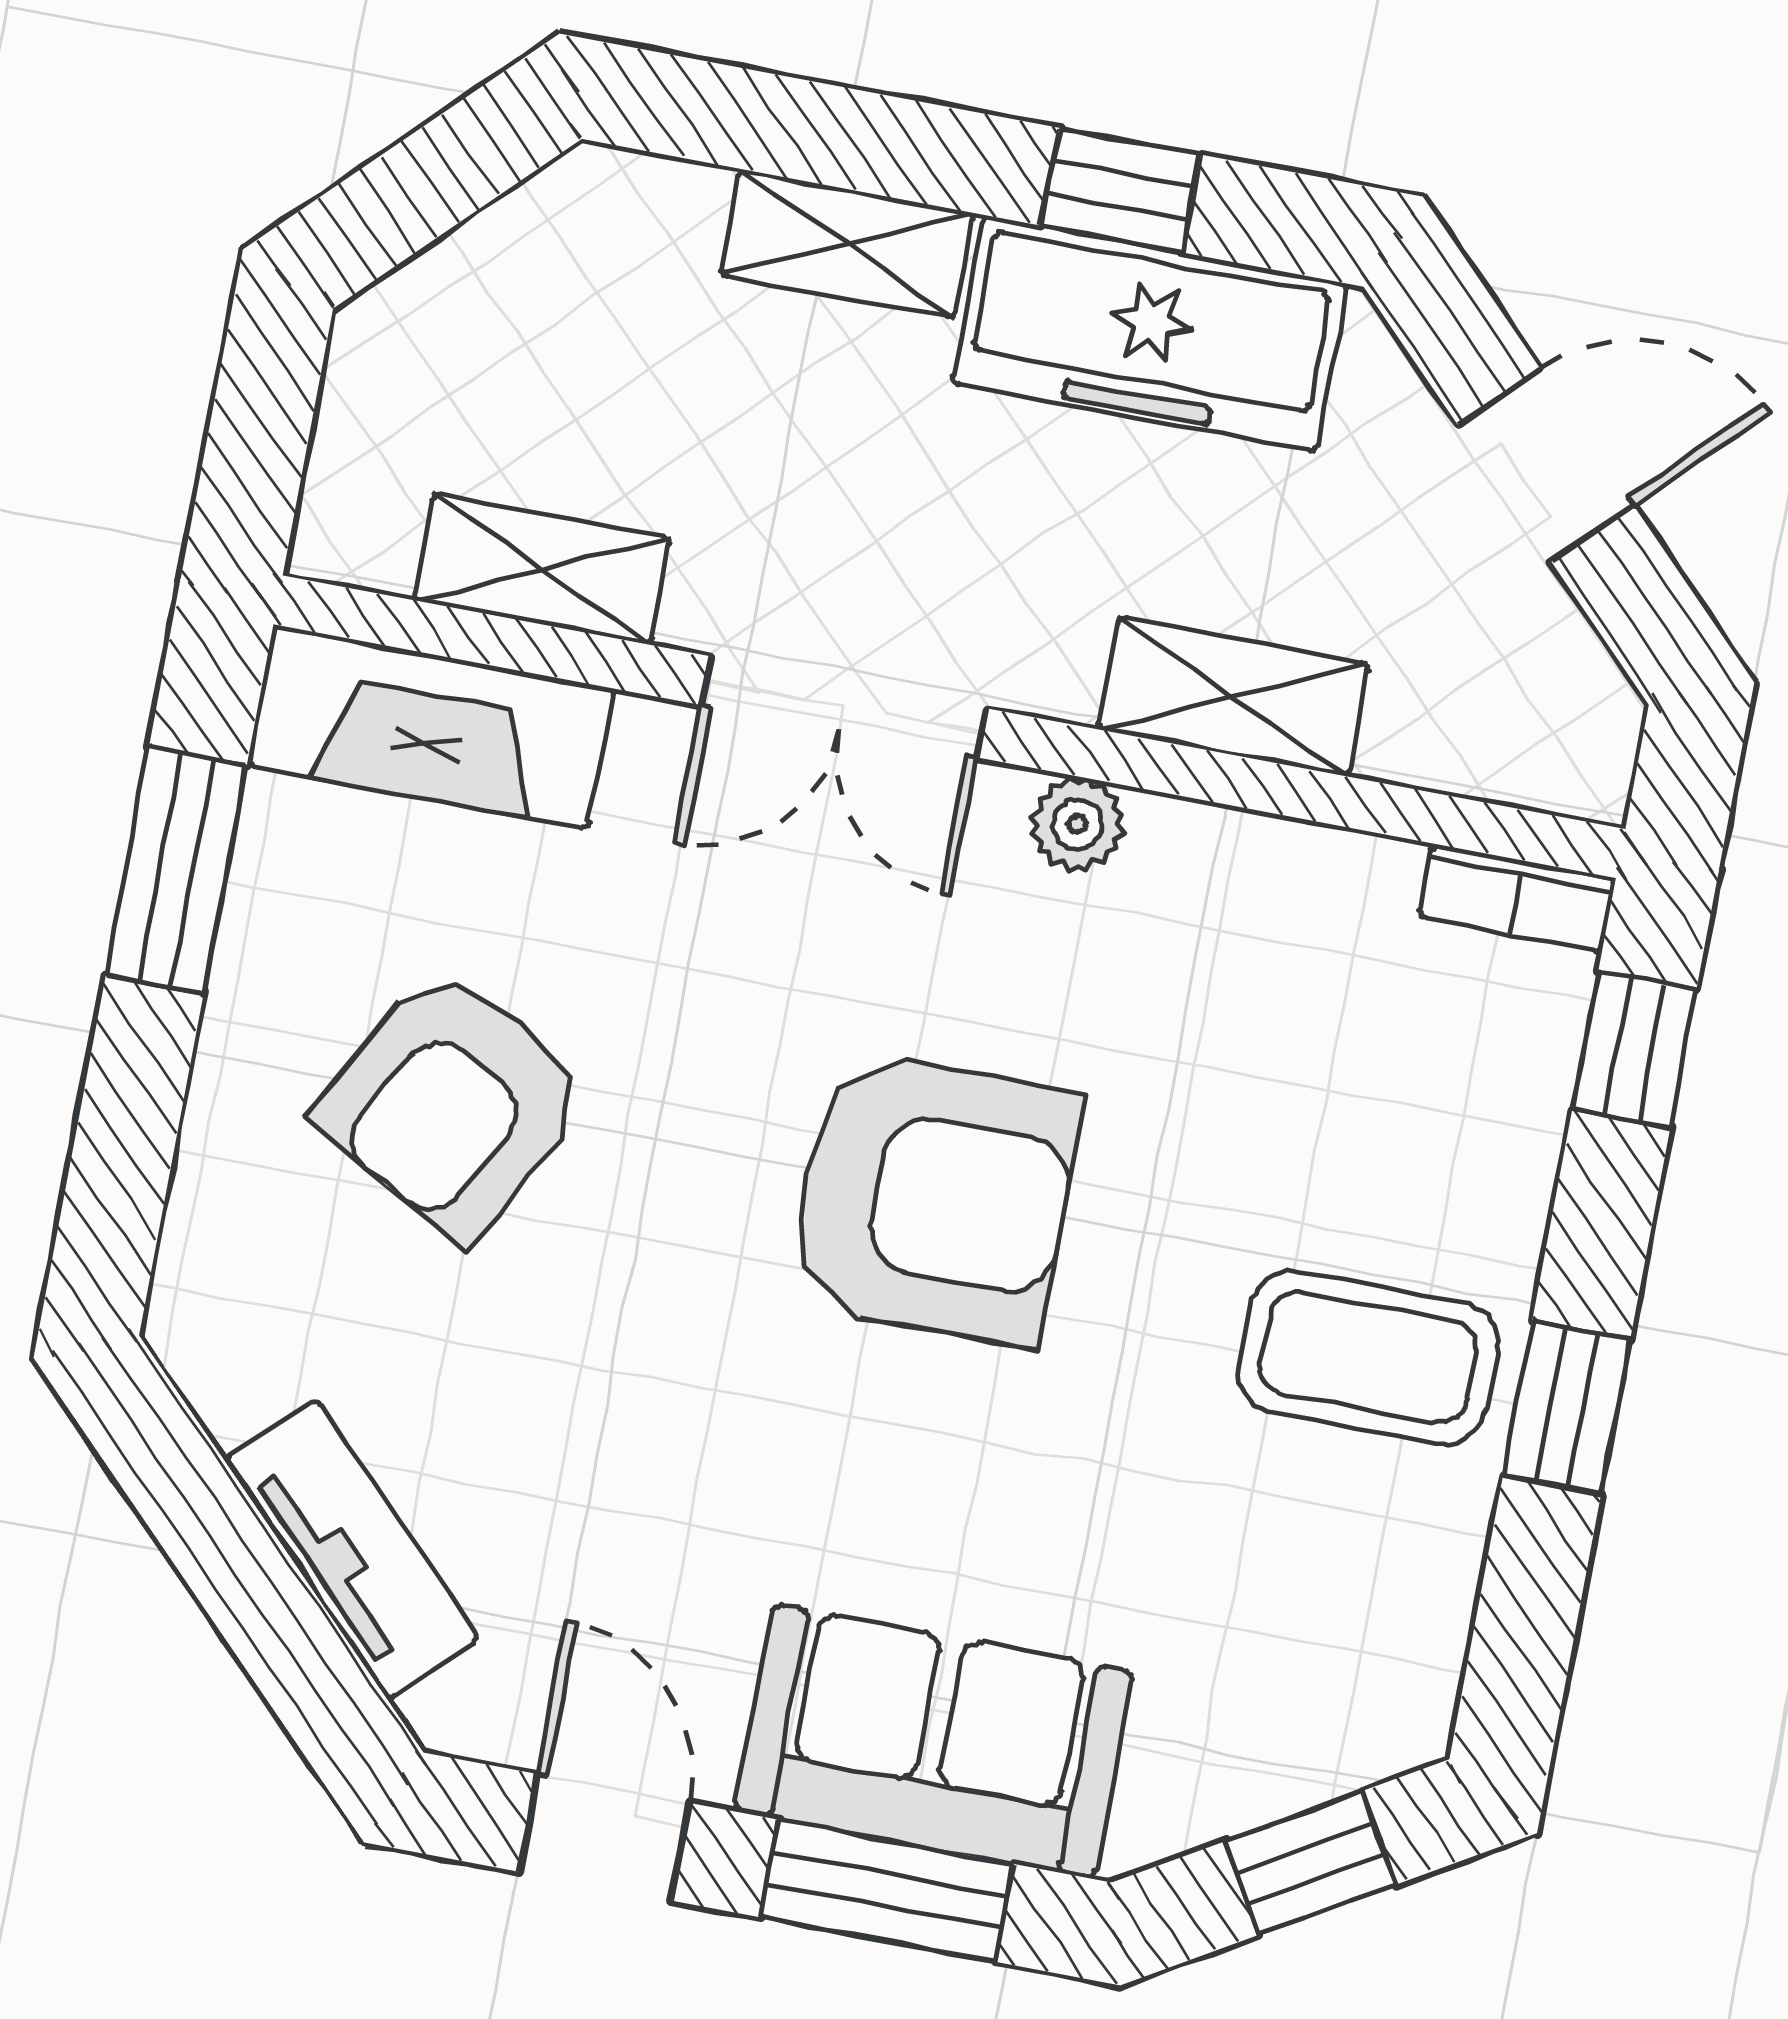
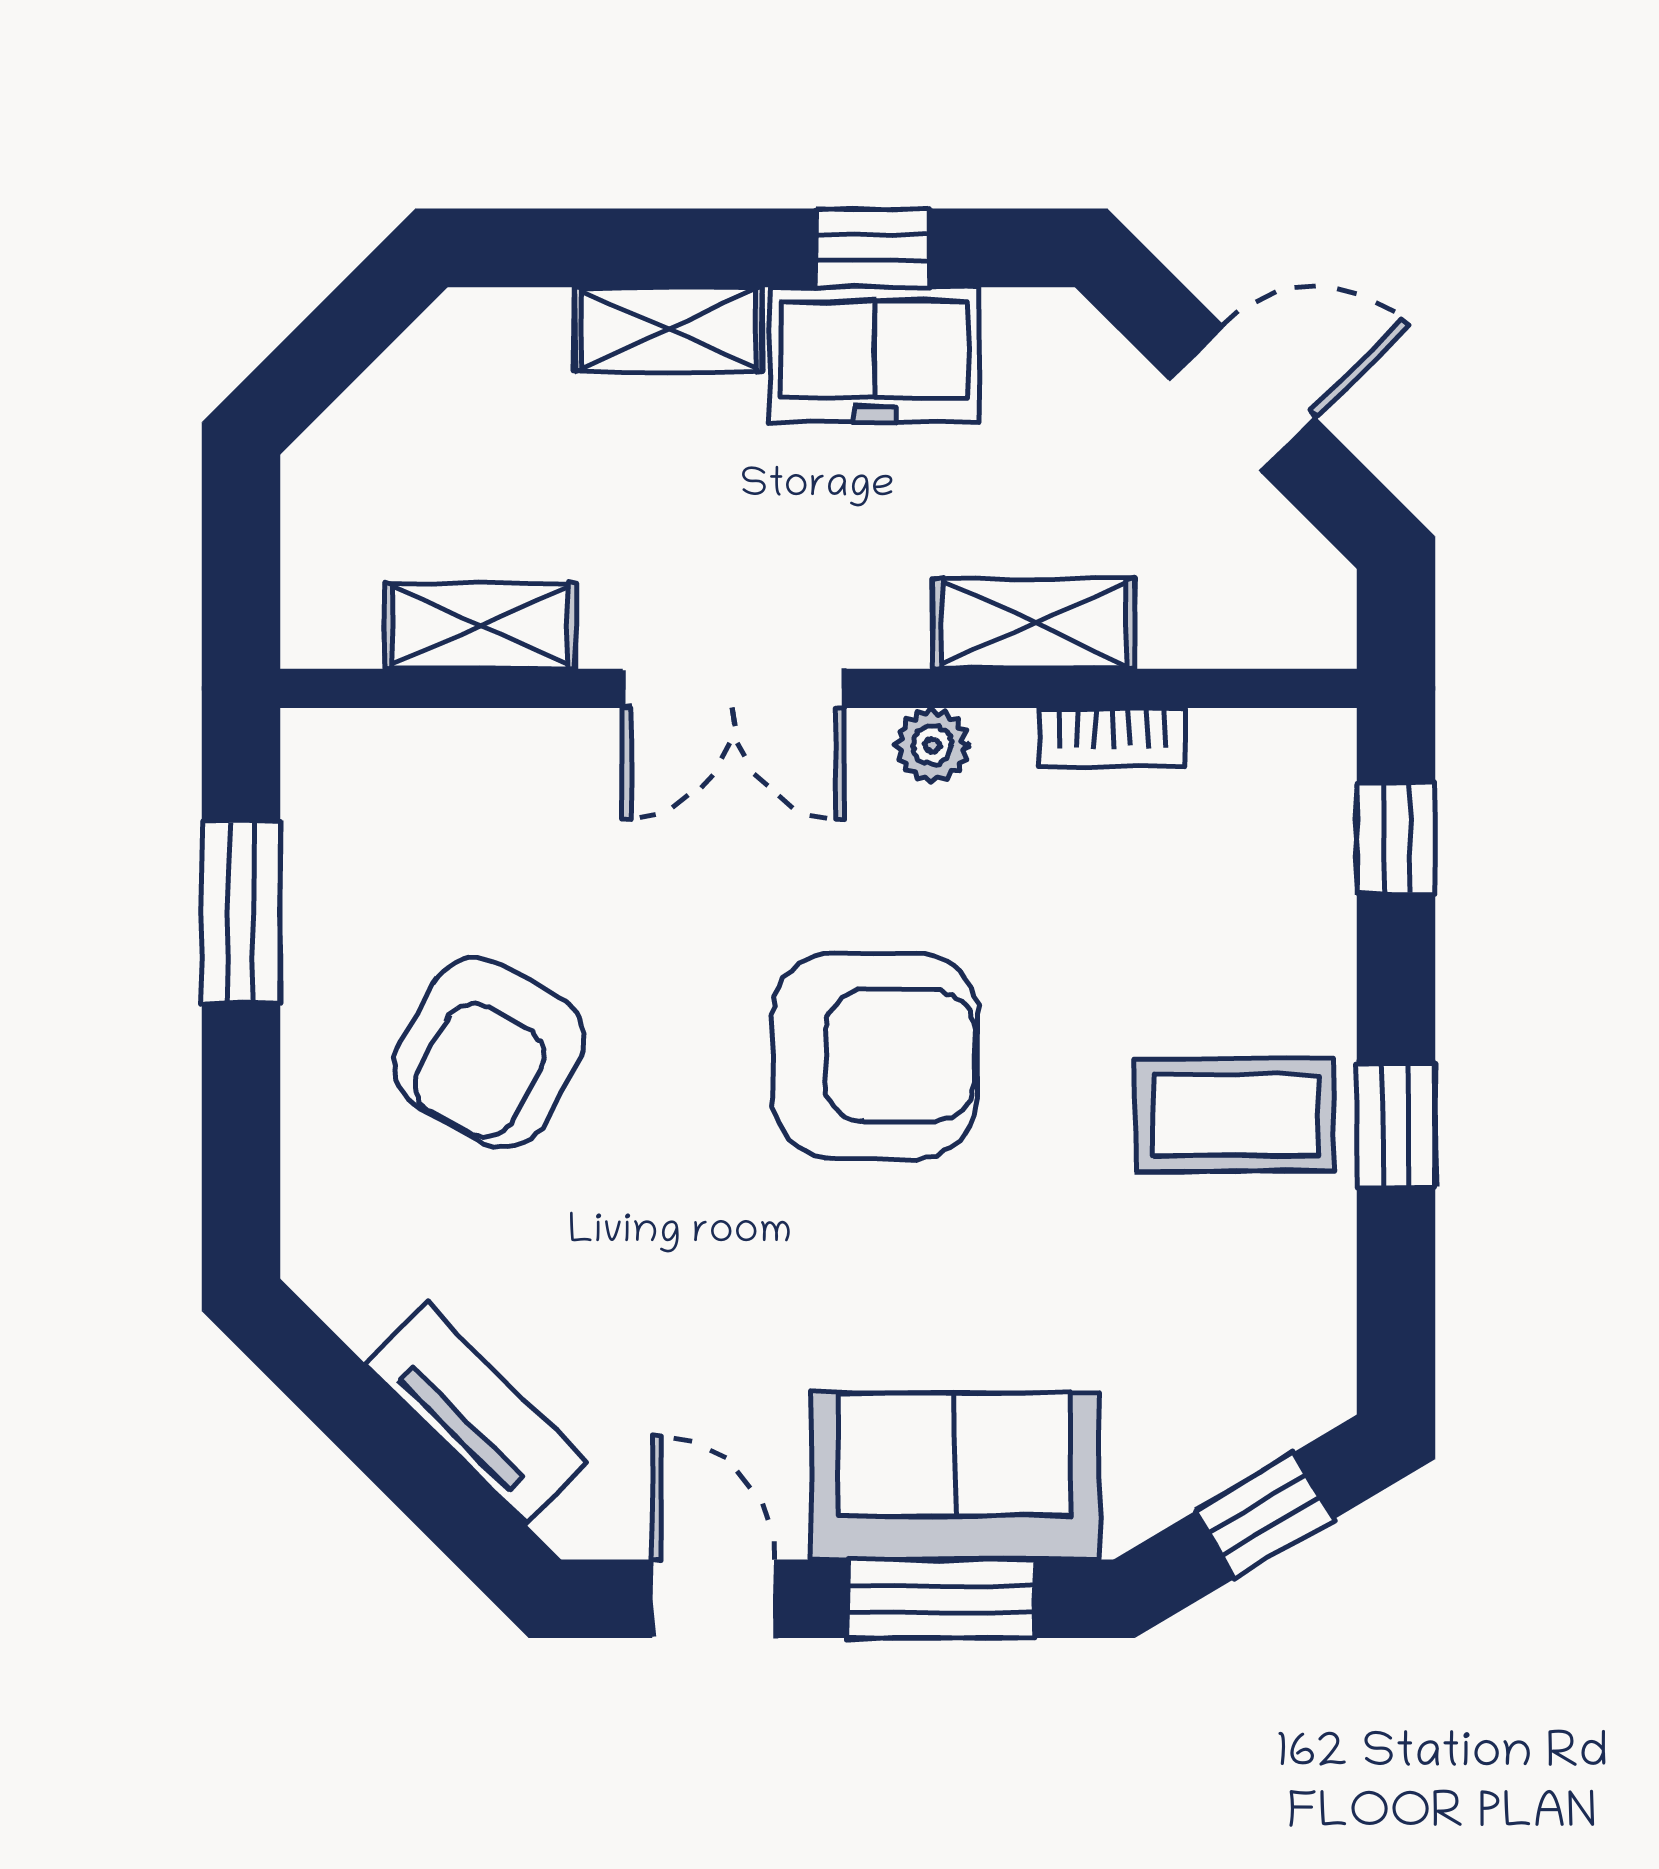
freezer: (1150, 334) -> (875, 355), width x0.71
fireplace: (431, 727) -> (417, 764), removed
bookcase: (1517, 897) -> (1113, 737), moved

